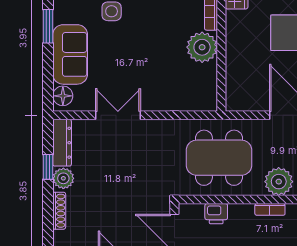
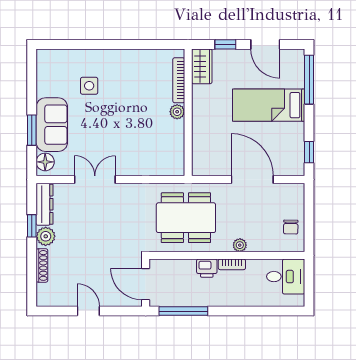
window: (48, 26) -> (32, 130), moved
plant: (202, 47) -> (177, 112), width x0.53, depth x0.53
plant: (279, 182) -> (240, 245), width x0.53, depth x0.53
printer: (216, 214) -> (207, 268), moved

